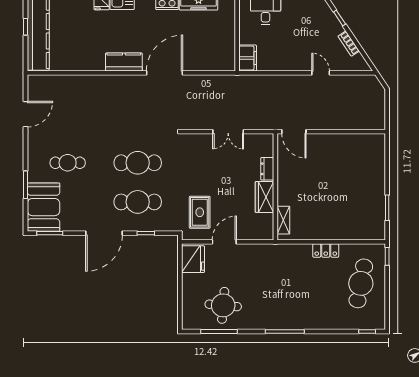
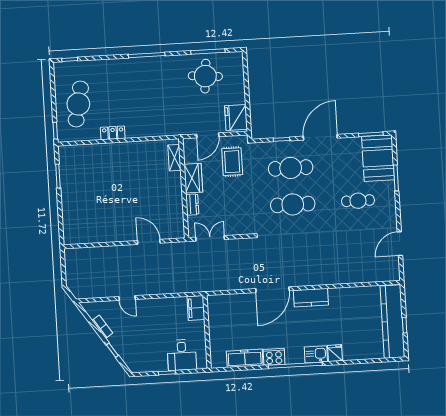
dresser: (267, 169) -> (192, 205), moved
wall: (275, 187) -> (184, 188), moved
wardrobe: (264, 197) -> (193, 178), moved
shelving: (283, 220) -> (174, 158), moved

